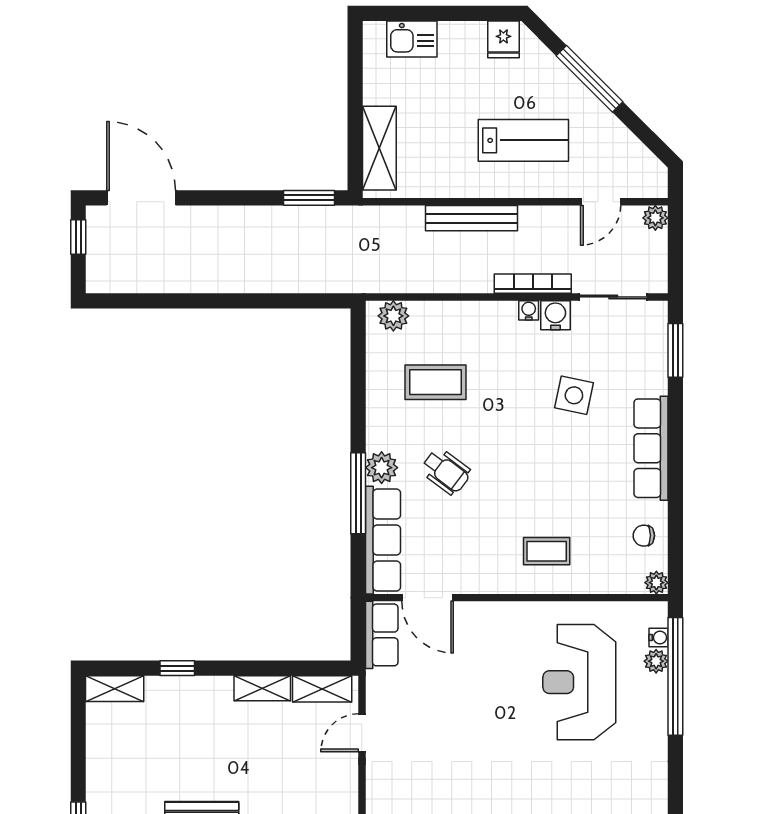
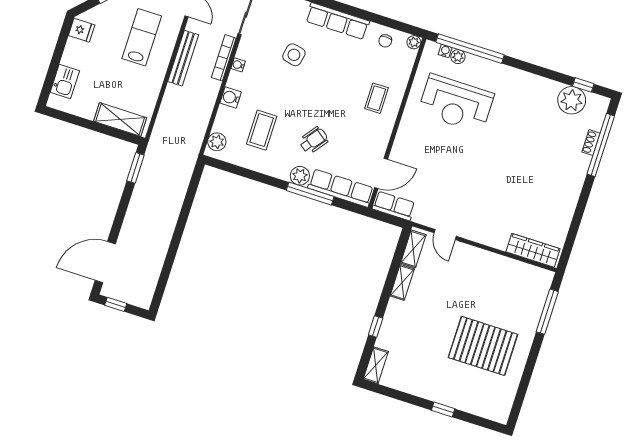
bench: (471, 218) -> (183, 58), moved
water cooler: (555, 315) -> (231, 97), moved

